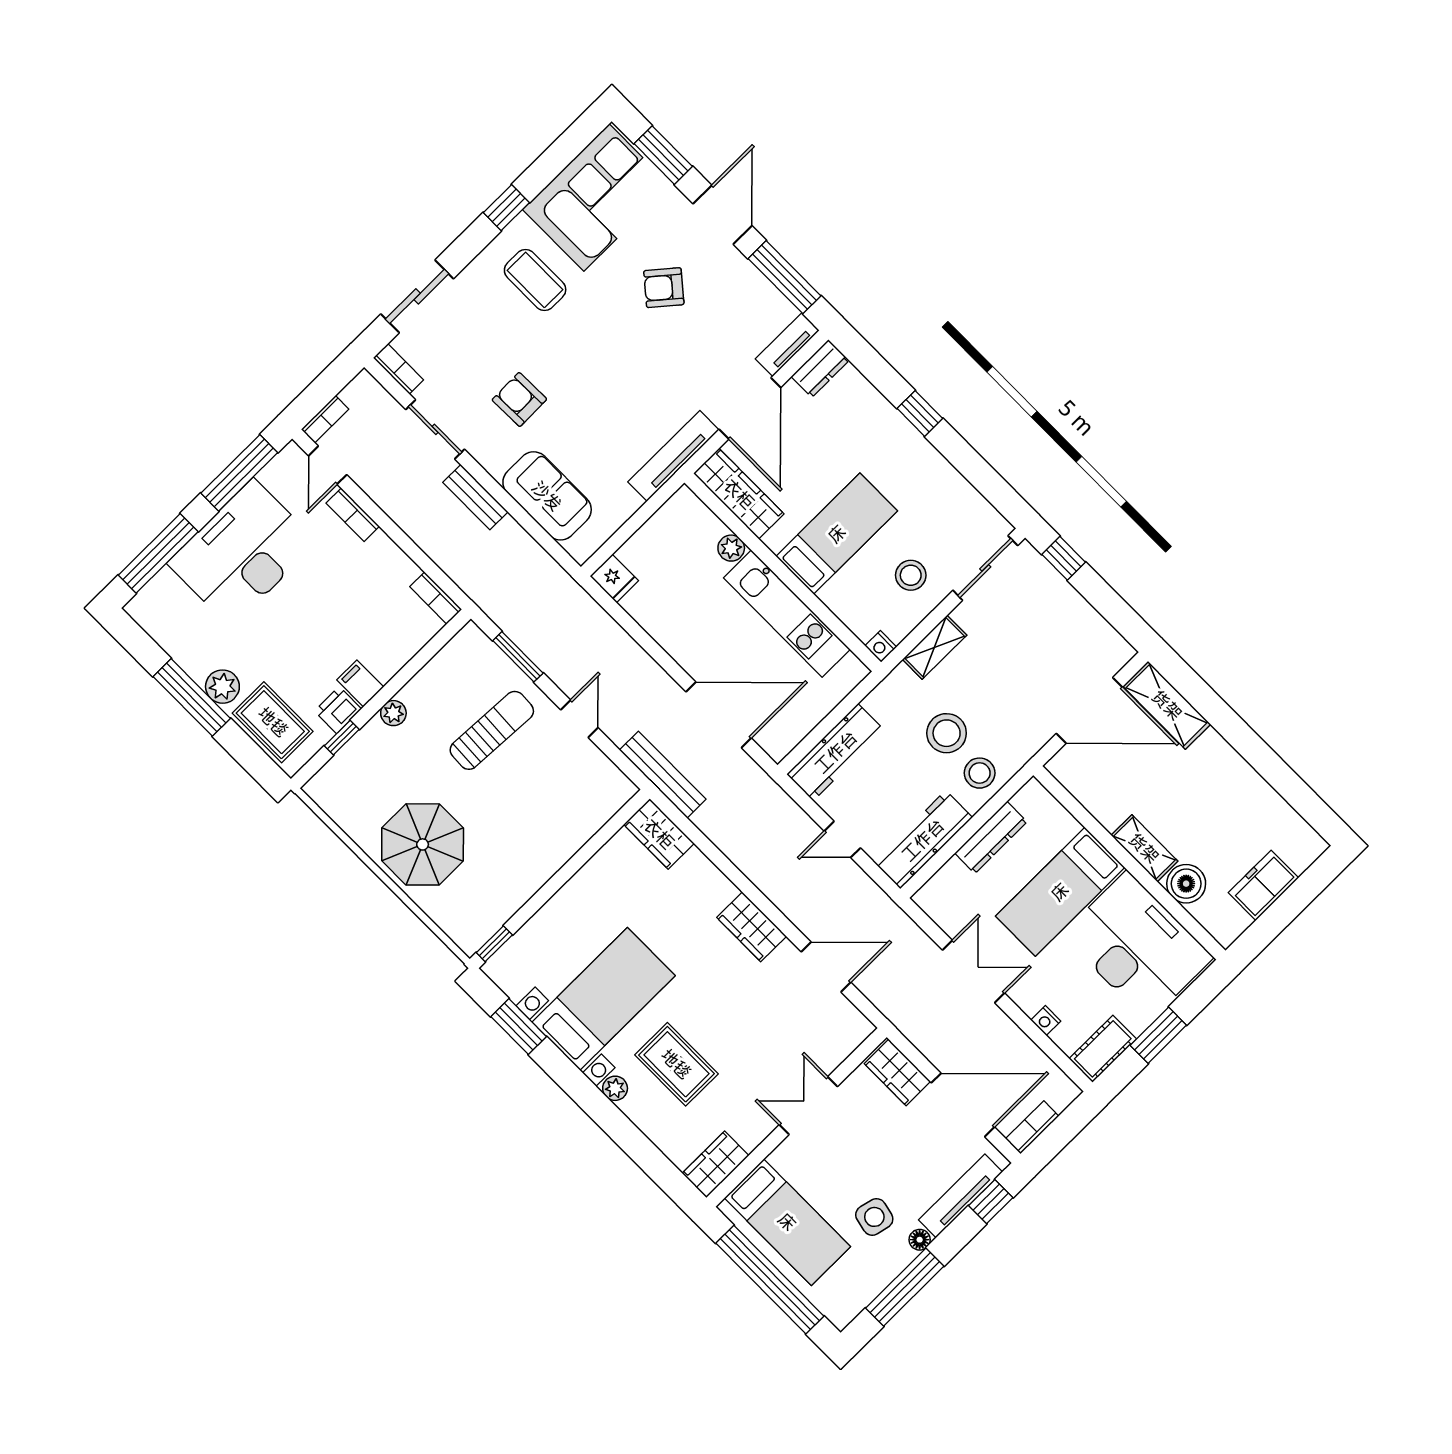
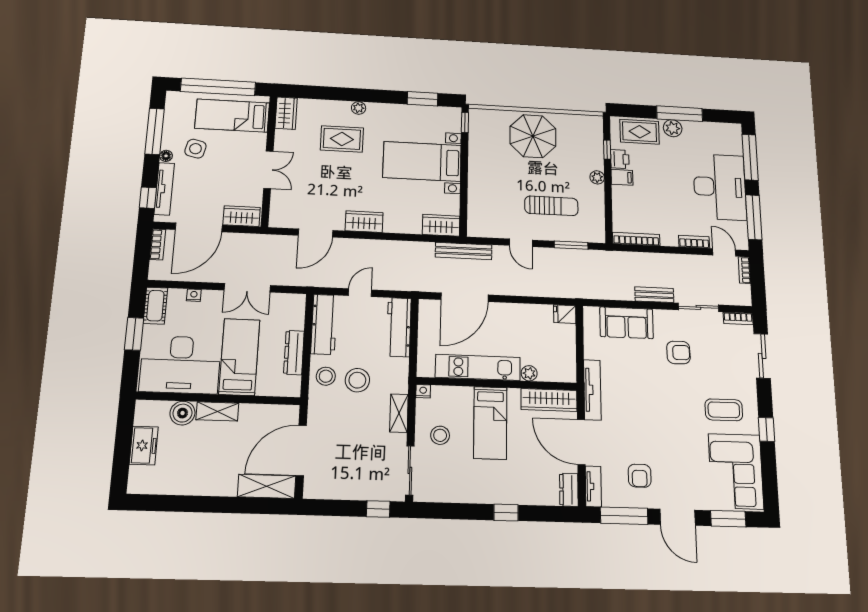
armchair: (664, 288) -> (640, 476), moved, turned 140
bookcase: (436, 598) -> (636, 239), width x1.56
sun lounger: (492, 730) -> (551, 206), turned -93
bed with nightstands: (604, 999) -> (422, 161), moved, turned 90

